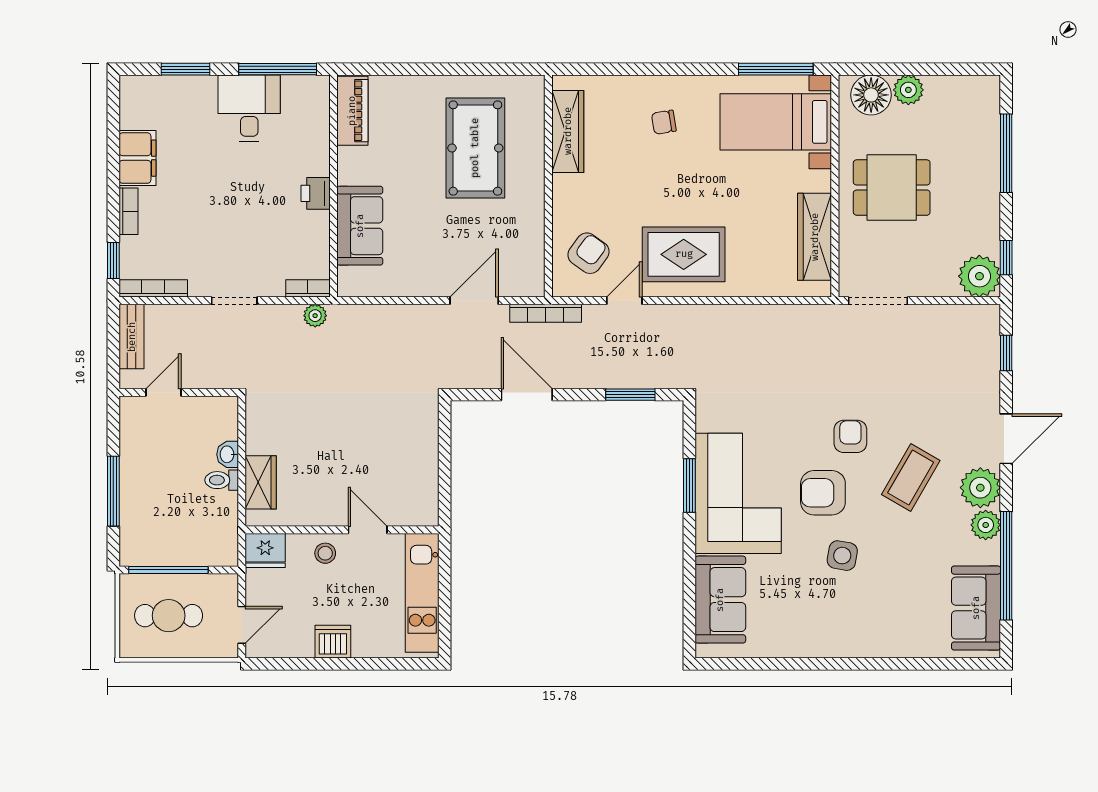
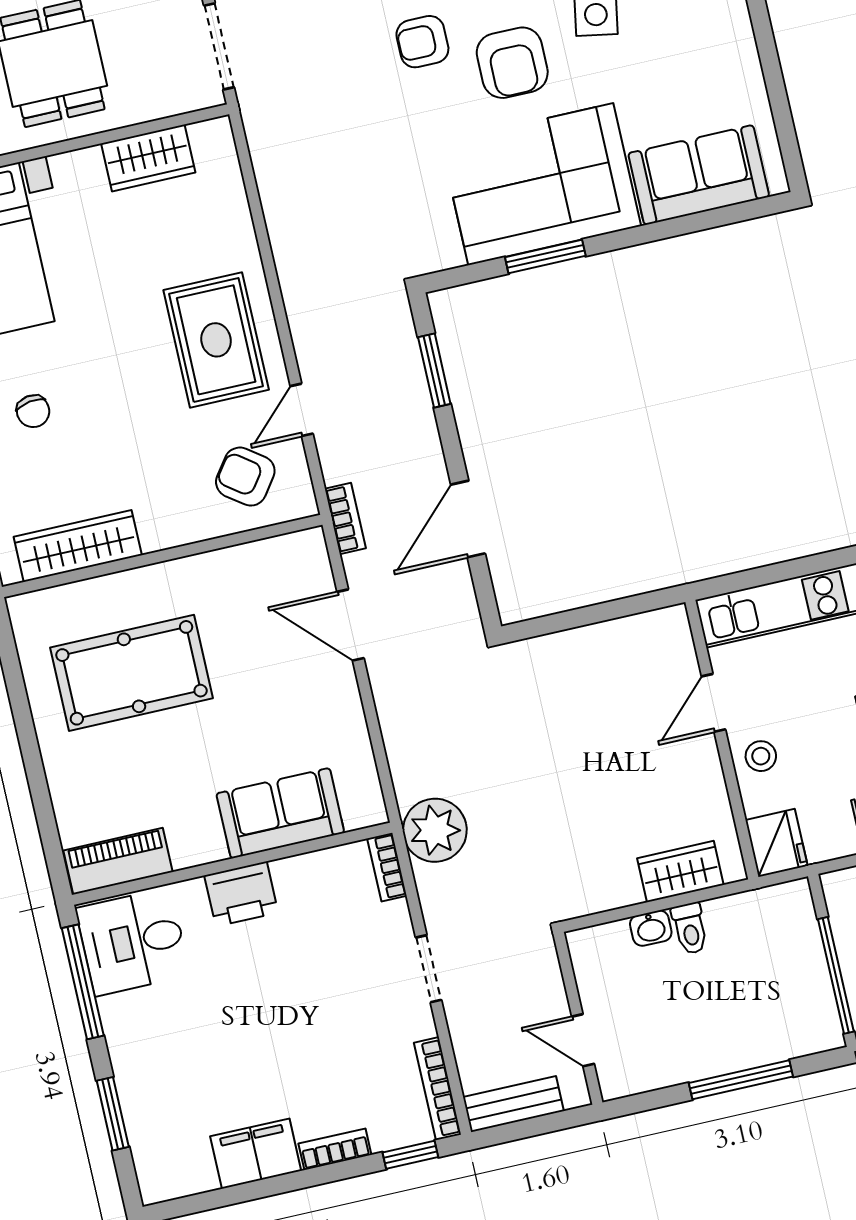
desk: (249, 108) -> (133, 942), moved
printer: (316, 193) -> (241, 894), width x1.36, depth x1.24
wardrobe: (815, 237) -> (148, 158), width x0.67
door: (624, 301) -> (302, 410), hinge flipped
bookcase: (546, 313) -> (345, 518), width x0.64
plant: (315, 316) -> (435, 830), width x1.88, depth x1.88

